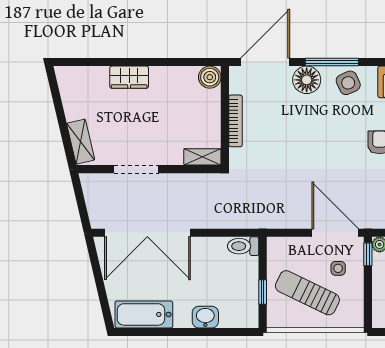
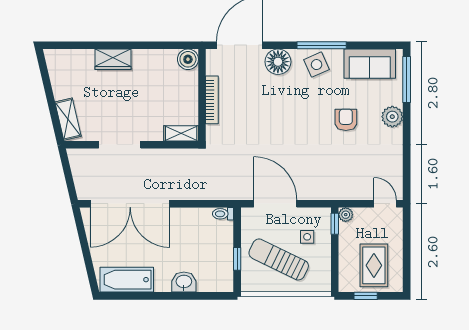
window: (332, 62) -> (322, 45), moved
door: (335, 233) -> (275, 204), moved
toilet: (243, 246) -> (223, 214), width x0.73, depth x0.72

